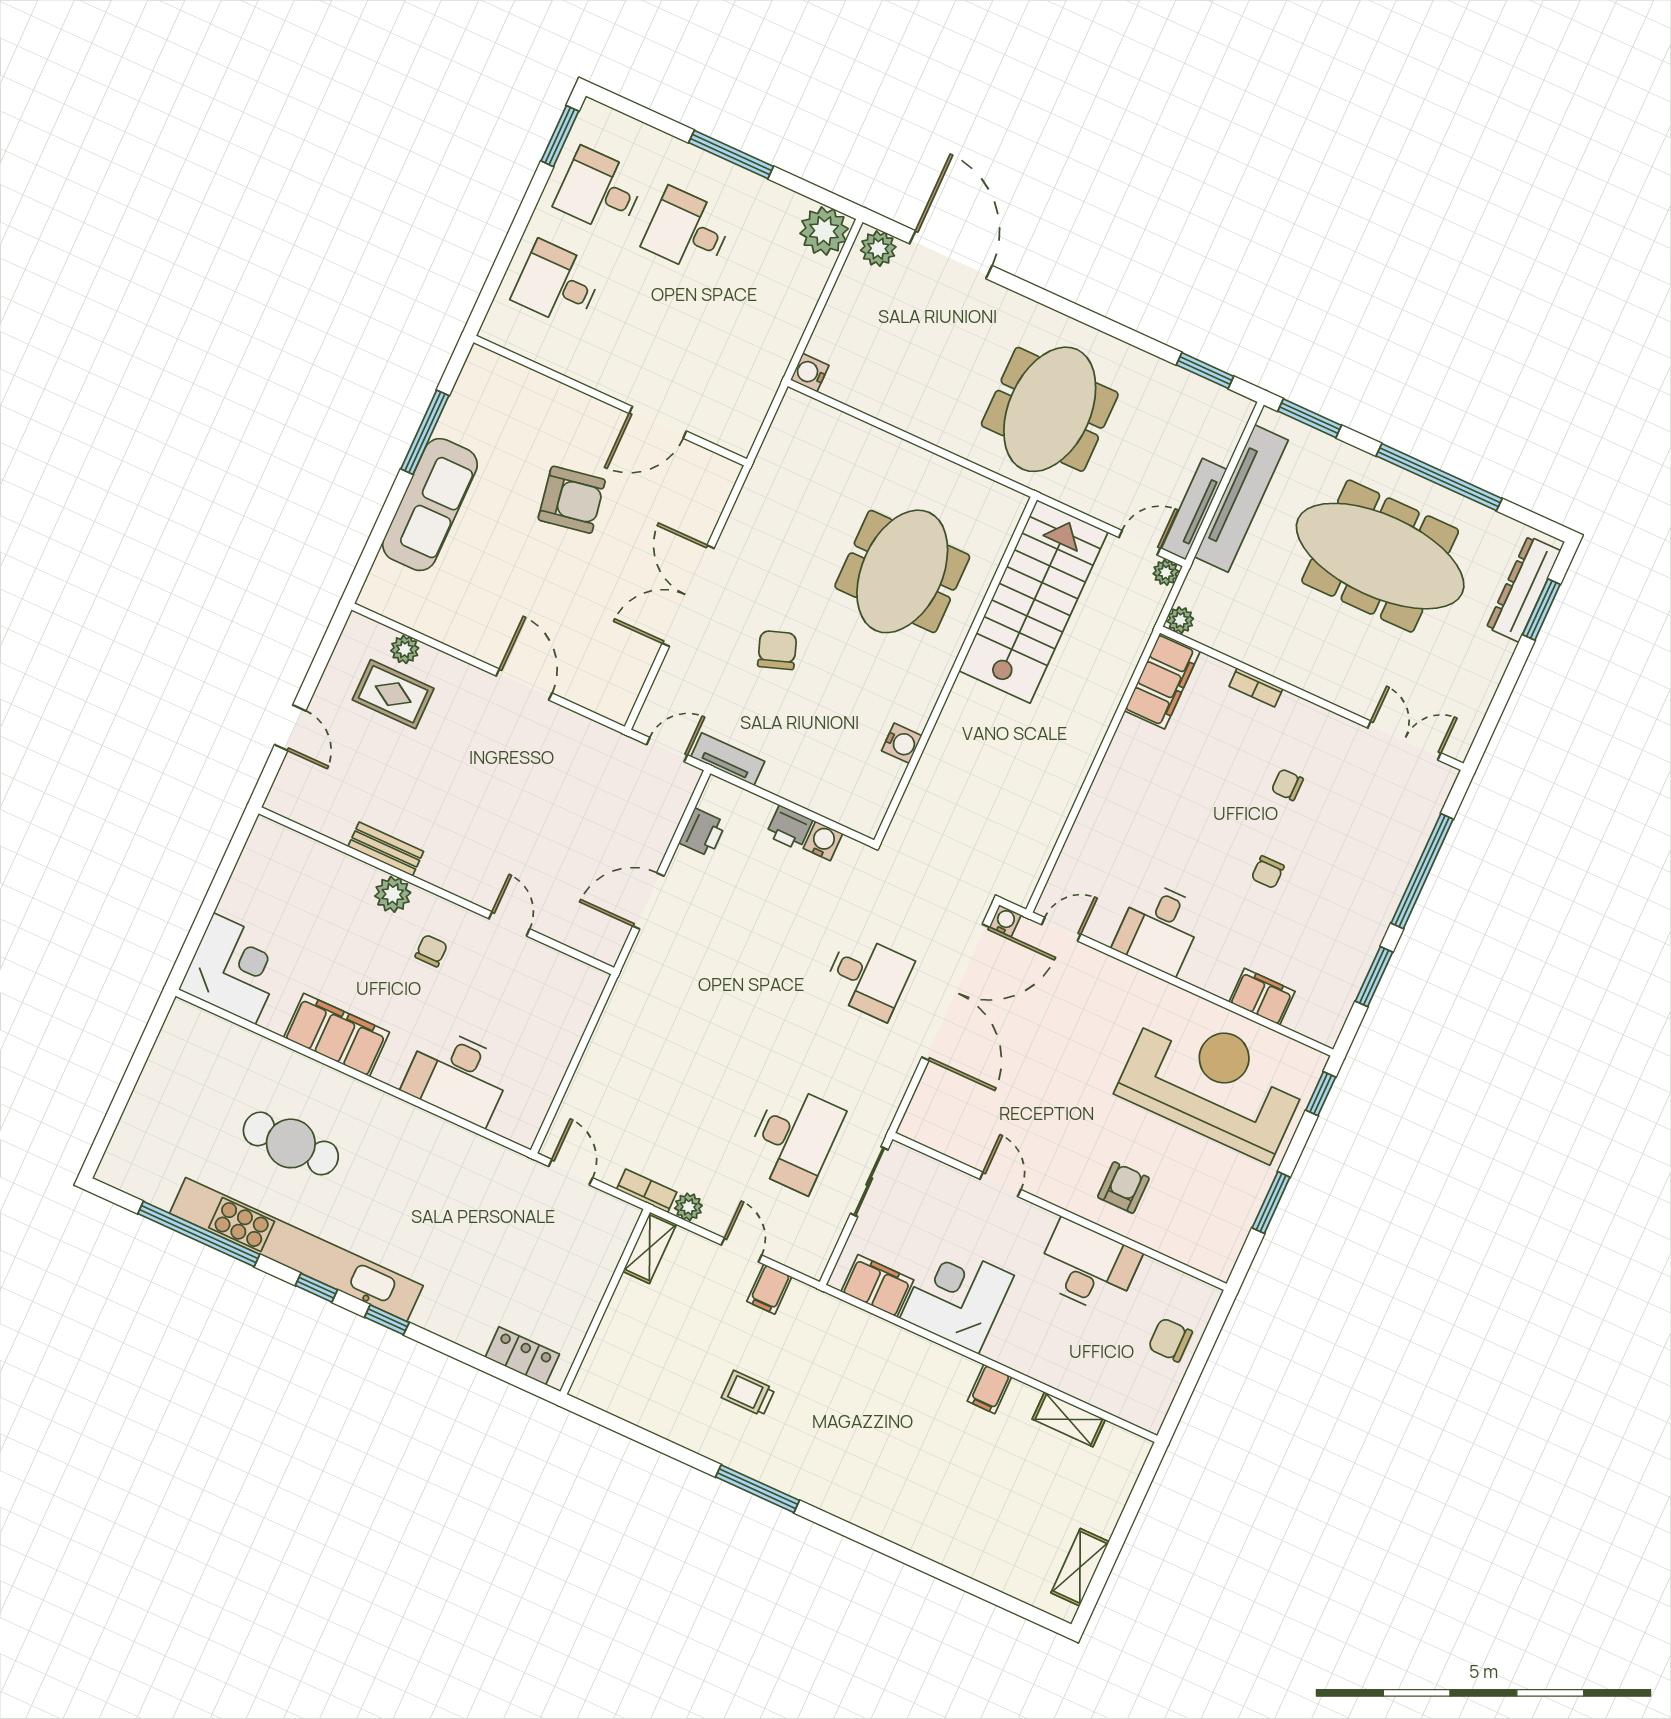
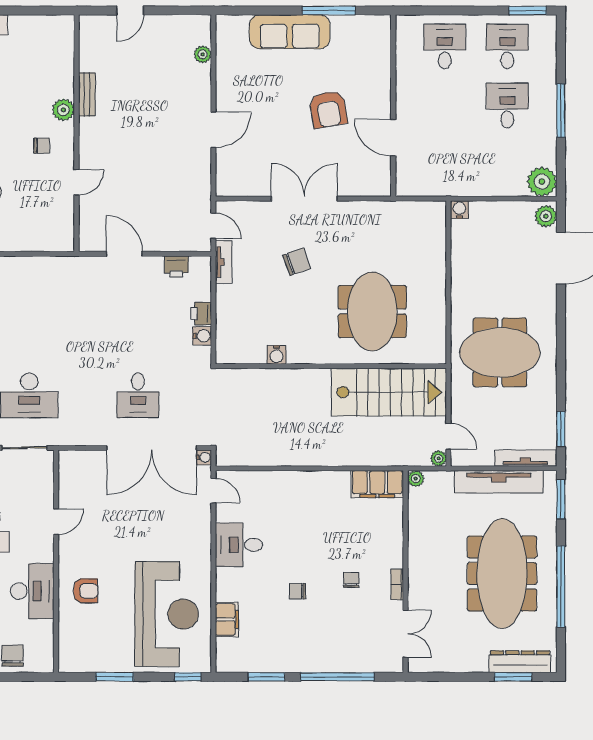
tv unit: (1194, 509) -> (525, 458), moved
meeting table: (902, 571) -> (372, 312), turned 90
bookcase: (1256, 688) -> (397, 585), moved
rug: (393, 694) -> (175, 59), removed

